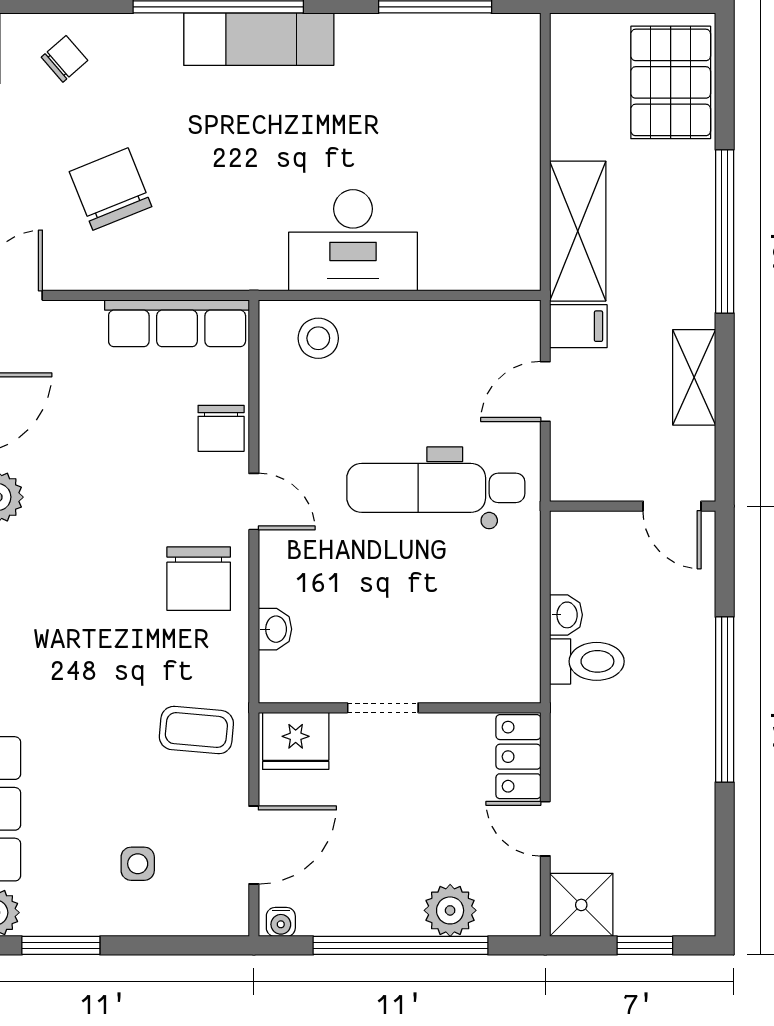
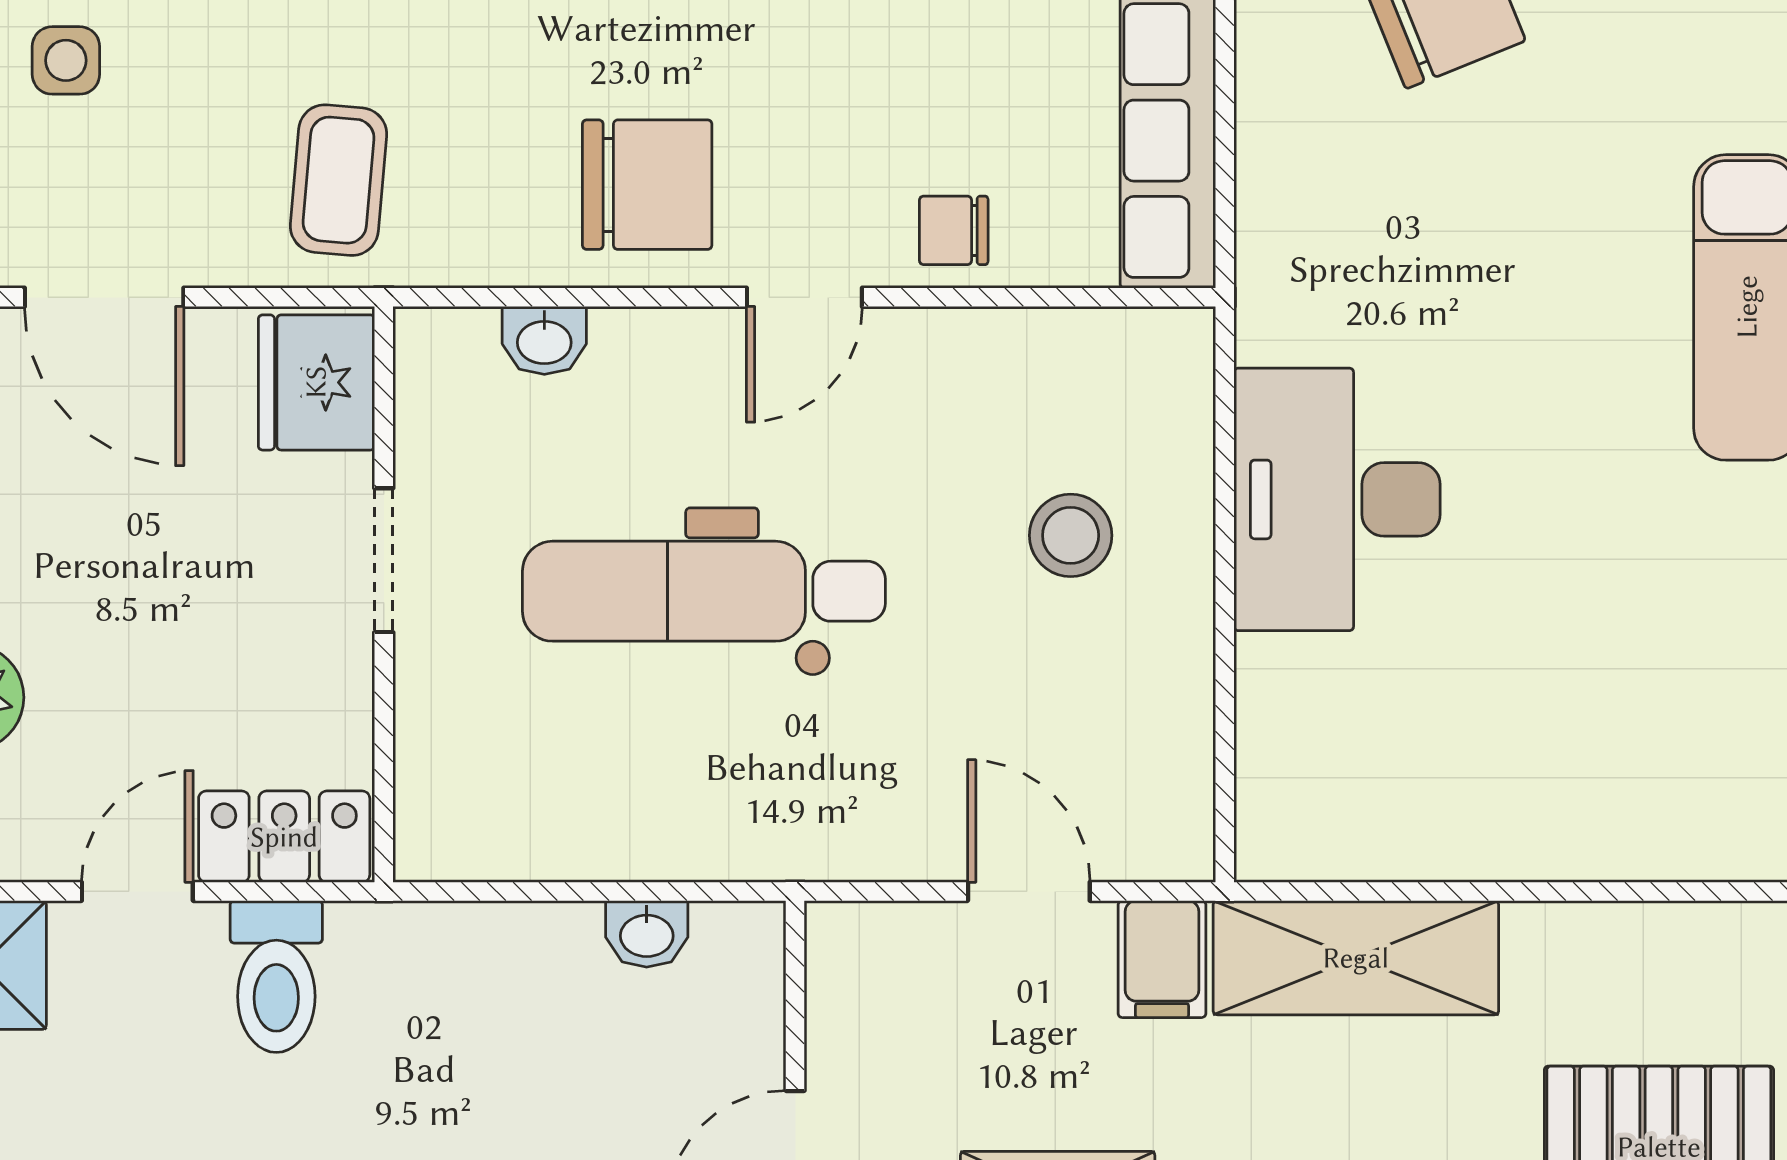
stool: (318, 338) -> (1071, 535), moved
chair: (221, 428) -> (954, 230), width x0.73, depth x0.73
dental chair: (436, 488) -> (704, 591), moved, turned -90
chair: (199, 579) -> (647, 185), turned 180
washbasin: (566, 615) -> (647, 934), moved
toilet: (587, 661) -> (276, 977), moved

